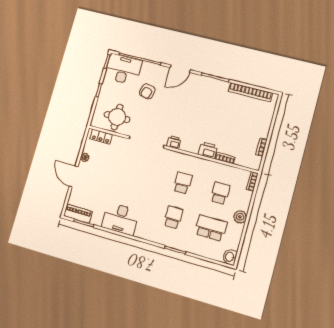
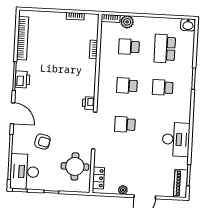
printer: (208, 150) -> (22, 79), moved, turned 180
school desk: (146, 173) -> (125, 124), added
plant: (240, 217) -> (127, 22), moved

